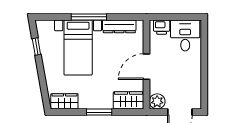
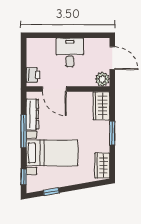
window: (52, 17) -> (24, 177), added
window: (89, 17) -> (24, 131), moved
desk: (185, 35) -> (70, 53), moved, turned 90
door: (147, 67) -> (54, 89), moved

